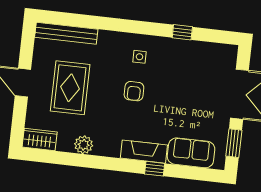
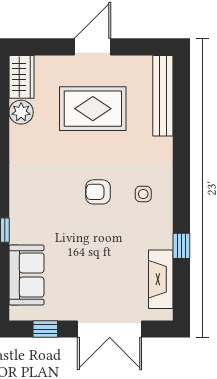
window: (234, 143) -> (45, 329), width x0.67
plant: (84, 145) -> (21, 112), moved
fireplace: (144, 152) -> (161, 279), moved, turned 180

